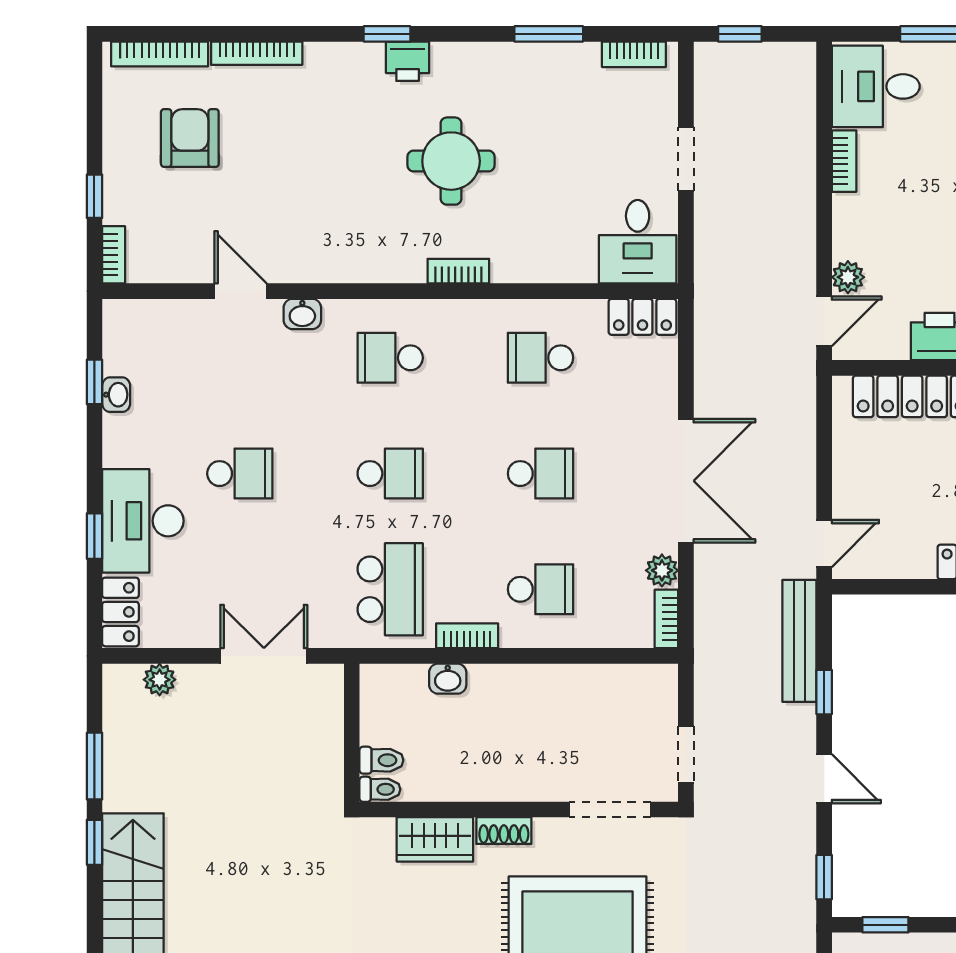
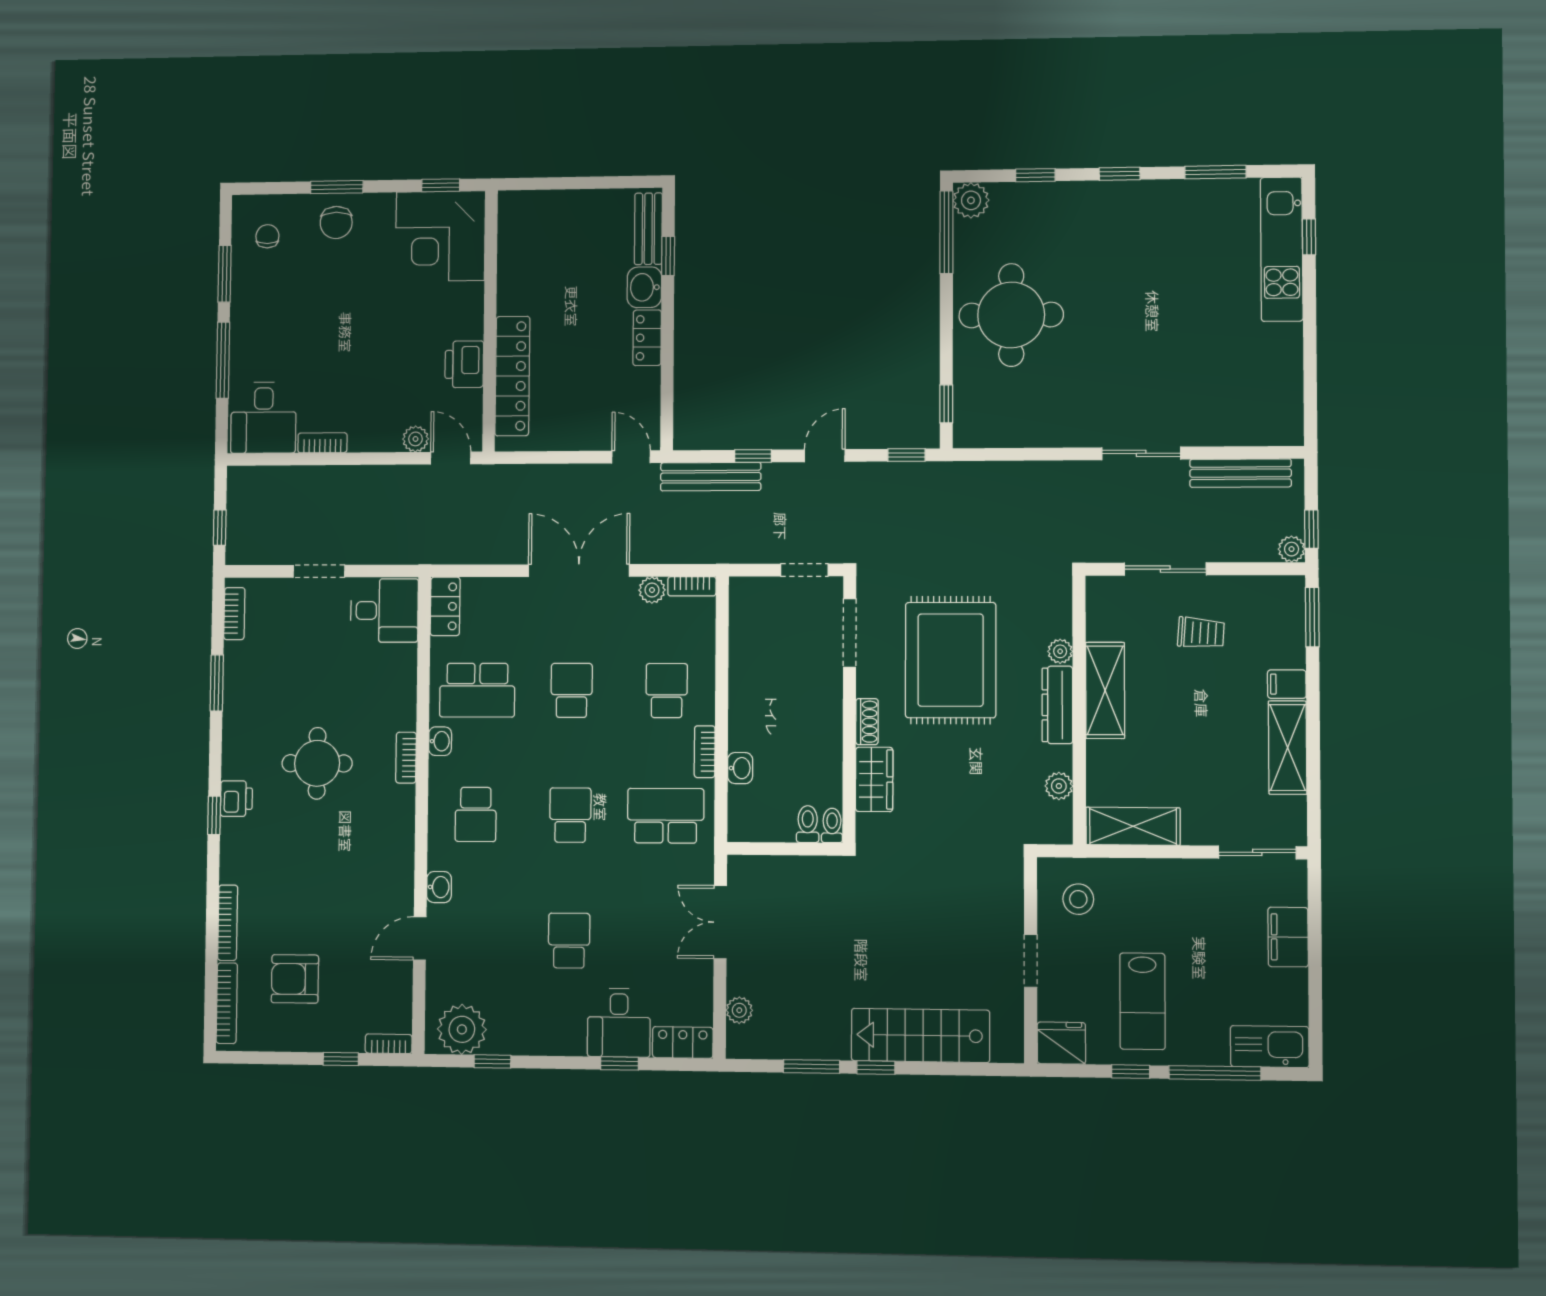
plant: (132, 344) -> (462, 1029), added
school desk: (541, 358) -> (477, 690), width x1.85
washbasin: (116, 395) -> (440, 741), moved, turned 90
desk: (143, 521) -> (619, 1023), width x0.73

